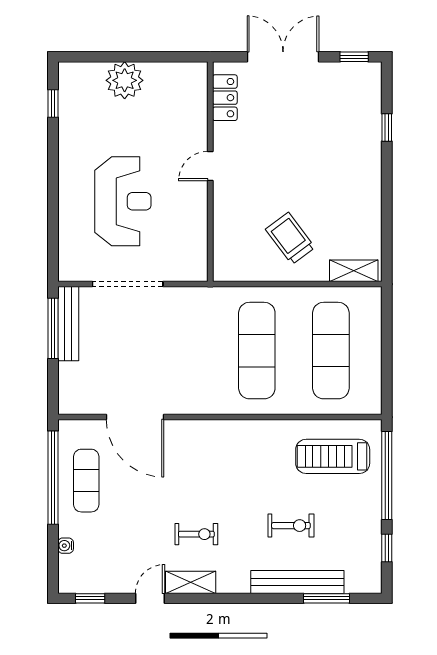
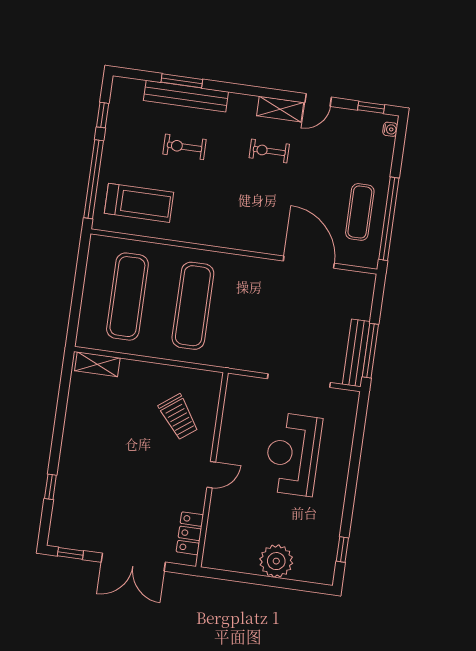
trolley: (290, 238) -> (179, 417), moved
water cooler: (66, 546) -> (390, 129), moved
window: (327, 598) -> (182, 81), moved

